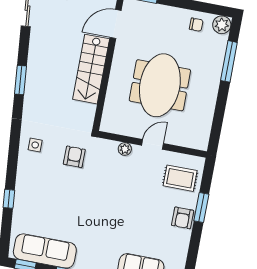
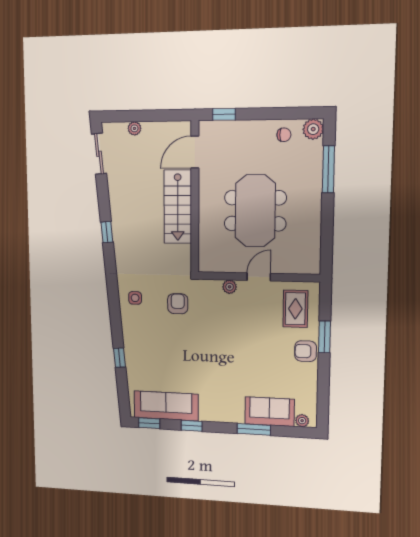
window: (21, 80) -> (107, 232), width x0.67
rug: (180, 178) -> (295, 309), turned 90
armchair: (183, 218) -> (306, 351), turned 90

